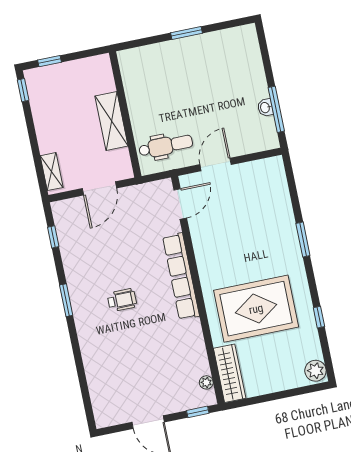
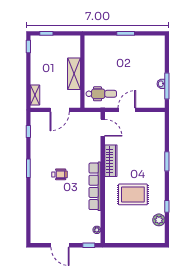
door: (180, 204) -> (103, 128), hinge flipped
row of seats: (181, 276) -> (95, 186), moved
rug: (256, 309) -> (133, 194), width x0.73, depth x0.69
plant: (315, 371) -> (159, 220), moved
wardrobe: (230, 373) -> (111, 161), moved

